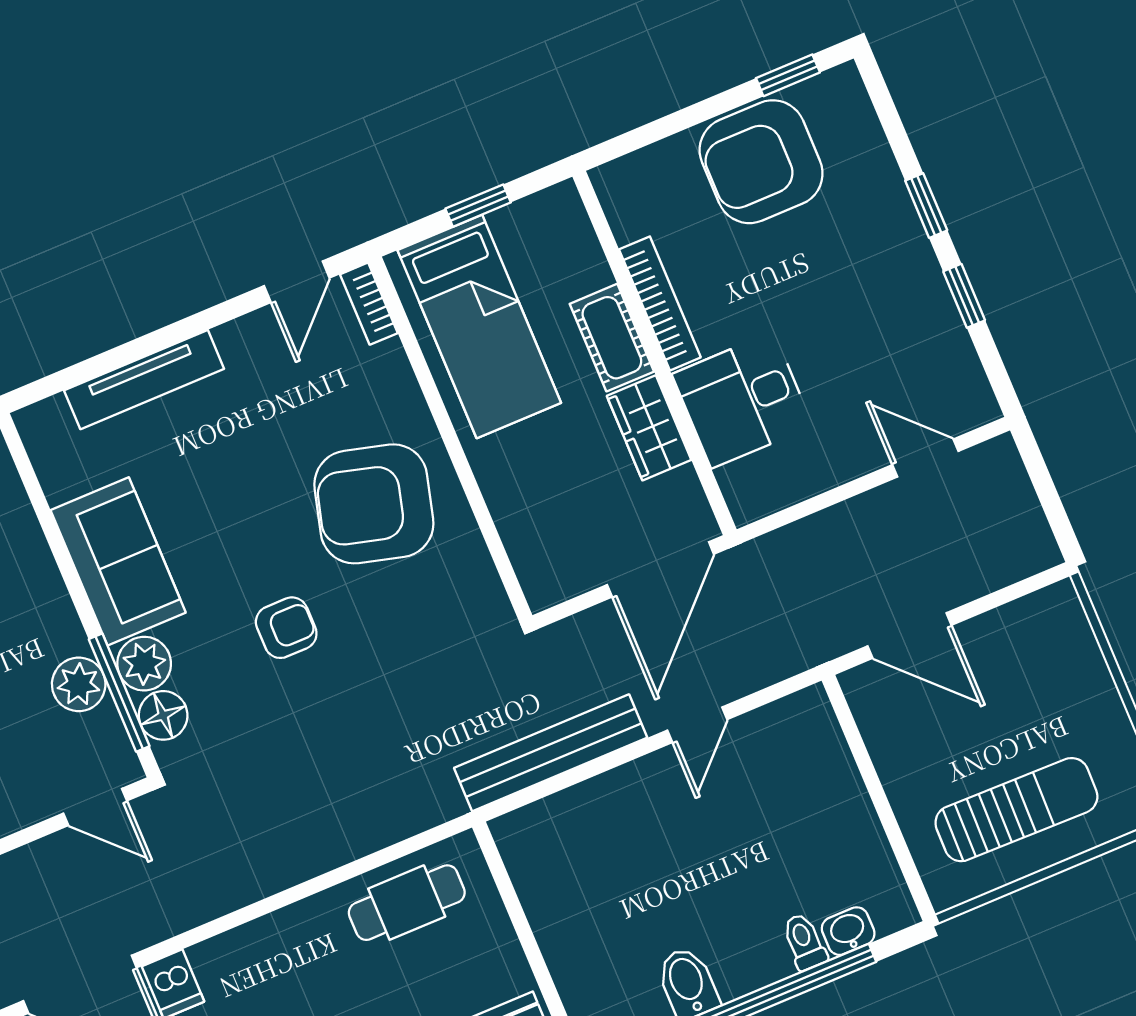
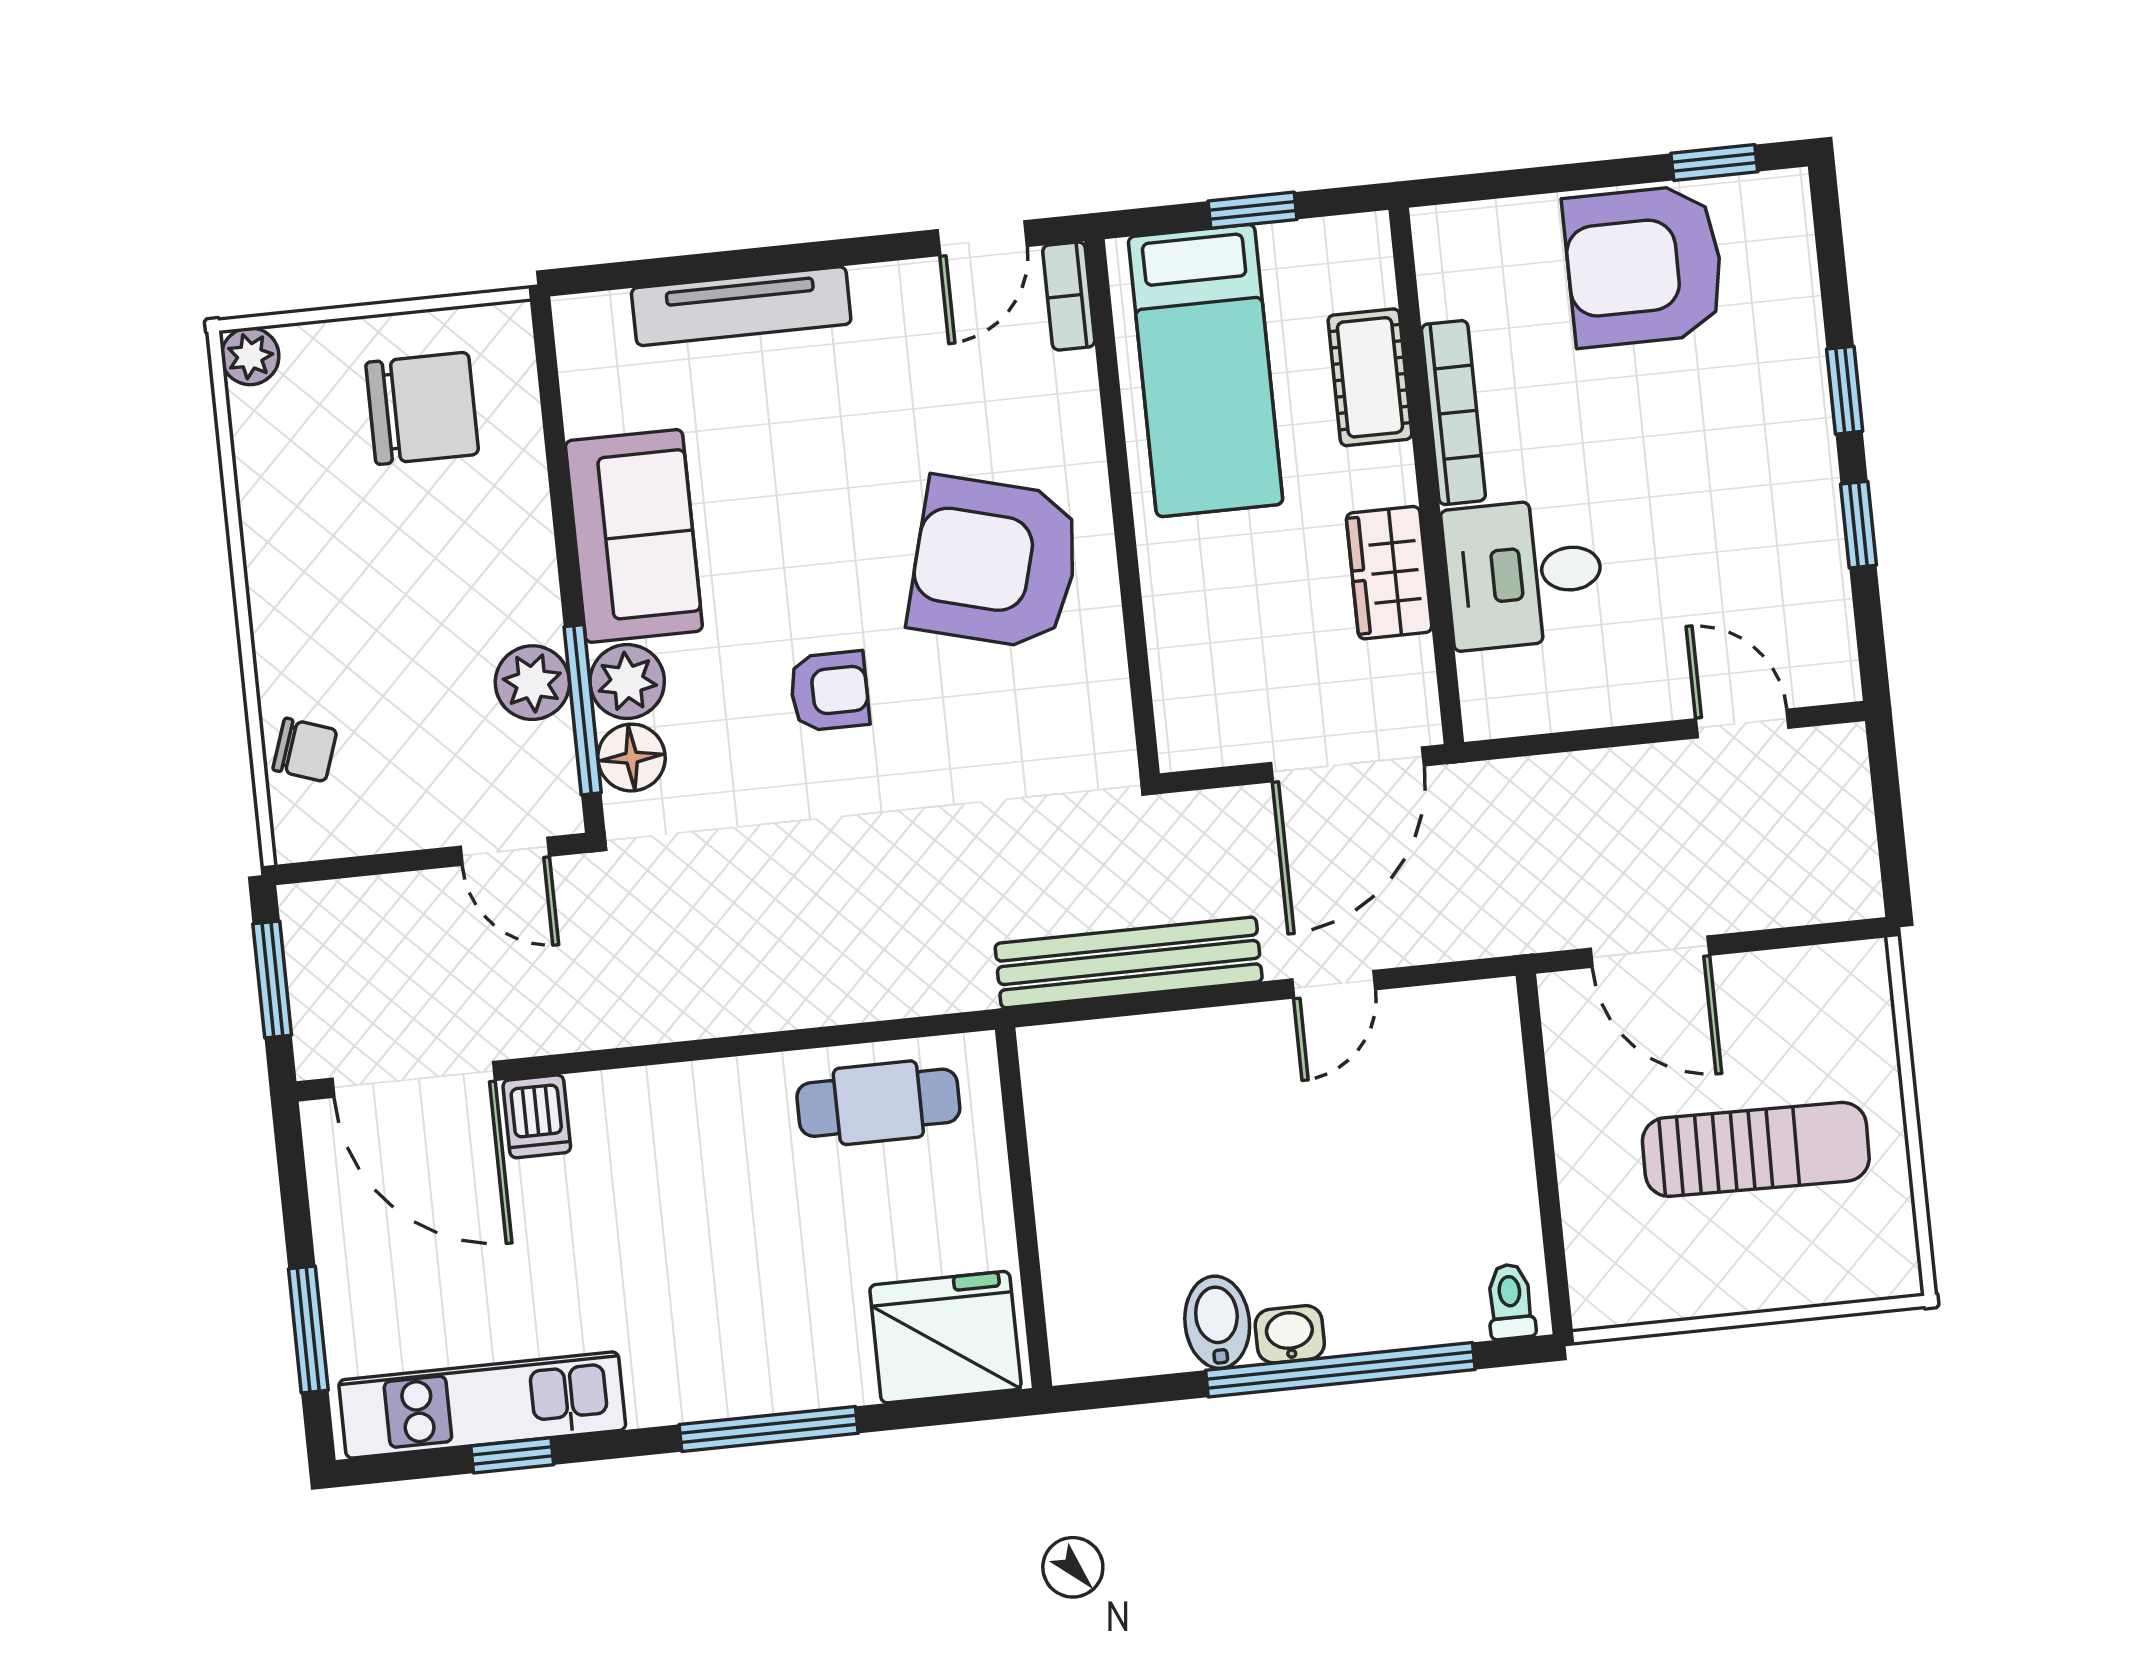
cot: (612, 338) -> (1370, 377), moved
sun lounger: (1016, 810) -> (1756, 1149), moved
washbasin: (848, 931) -> (1290, 1334), moved
toilet: (804, 942) -> (1510, 1301), moved

